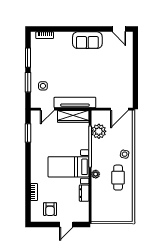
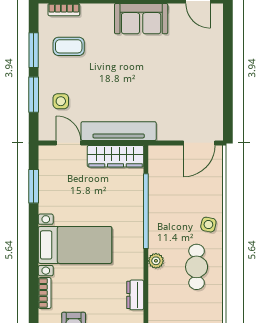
coffee table: (47, 56) -> (69, 46), added
door: (47, 109) -> (69, 143), swing flipped
plant: (99, 131) -> (162, 183), removed
bed with nightstands: (68, 167) -> (75, 245), moved, turned 180

